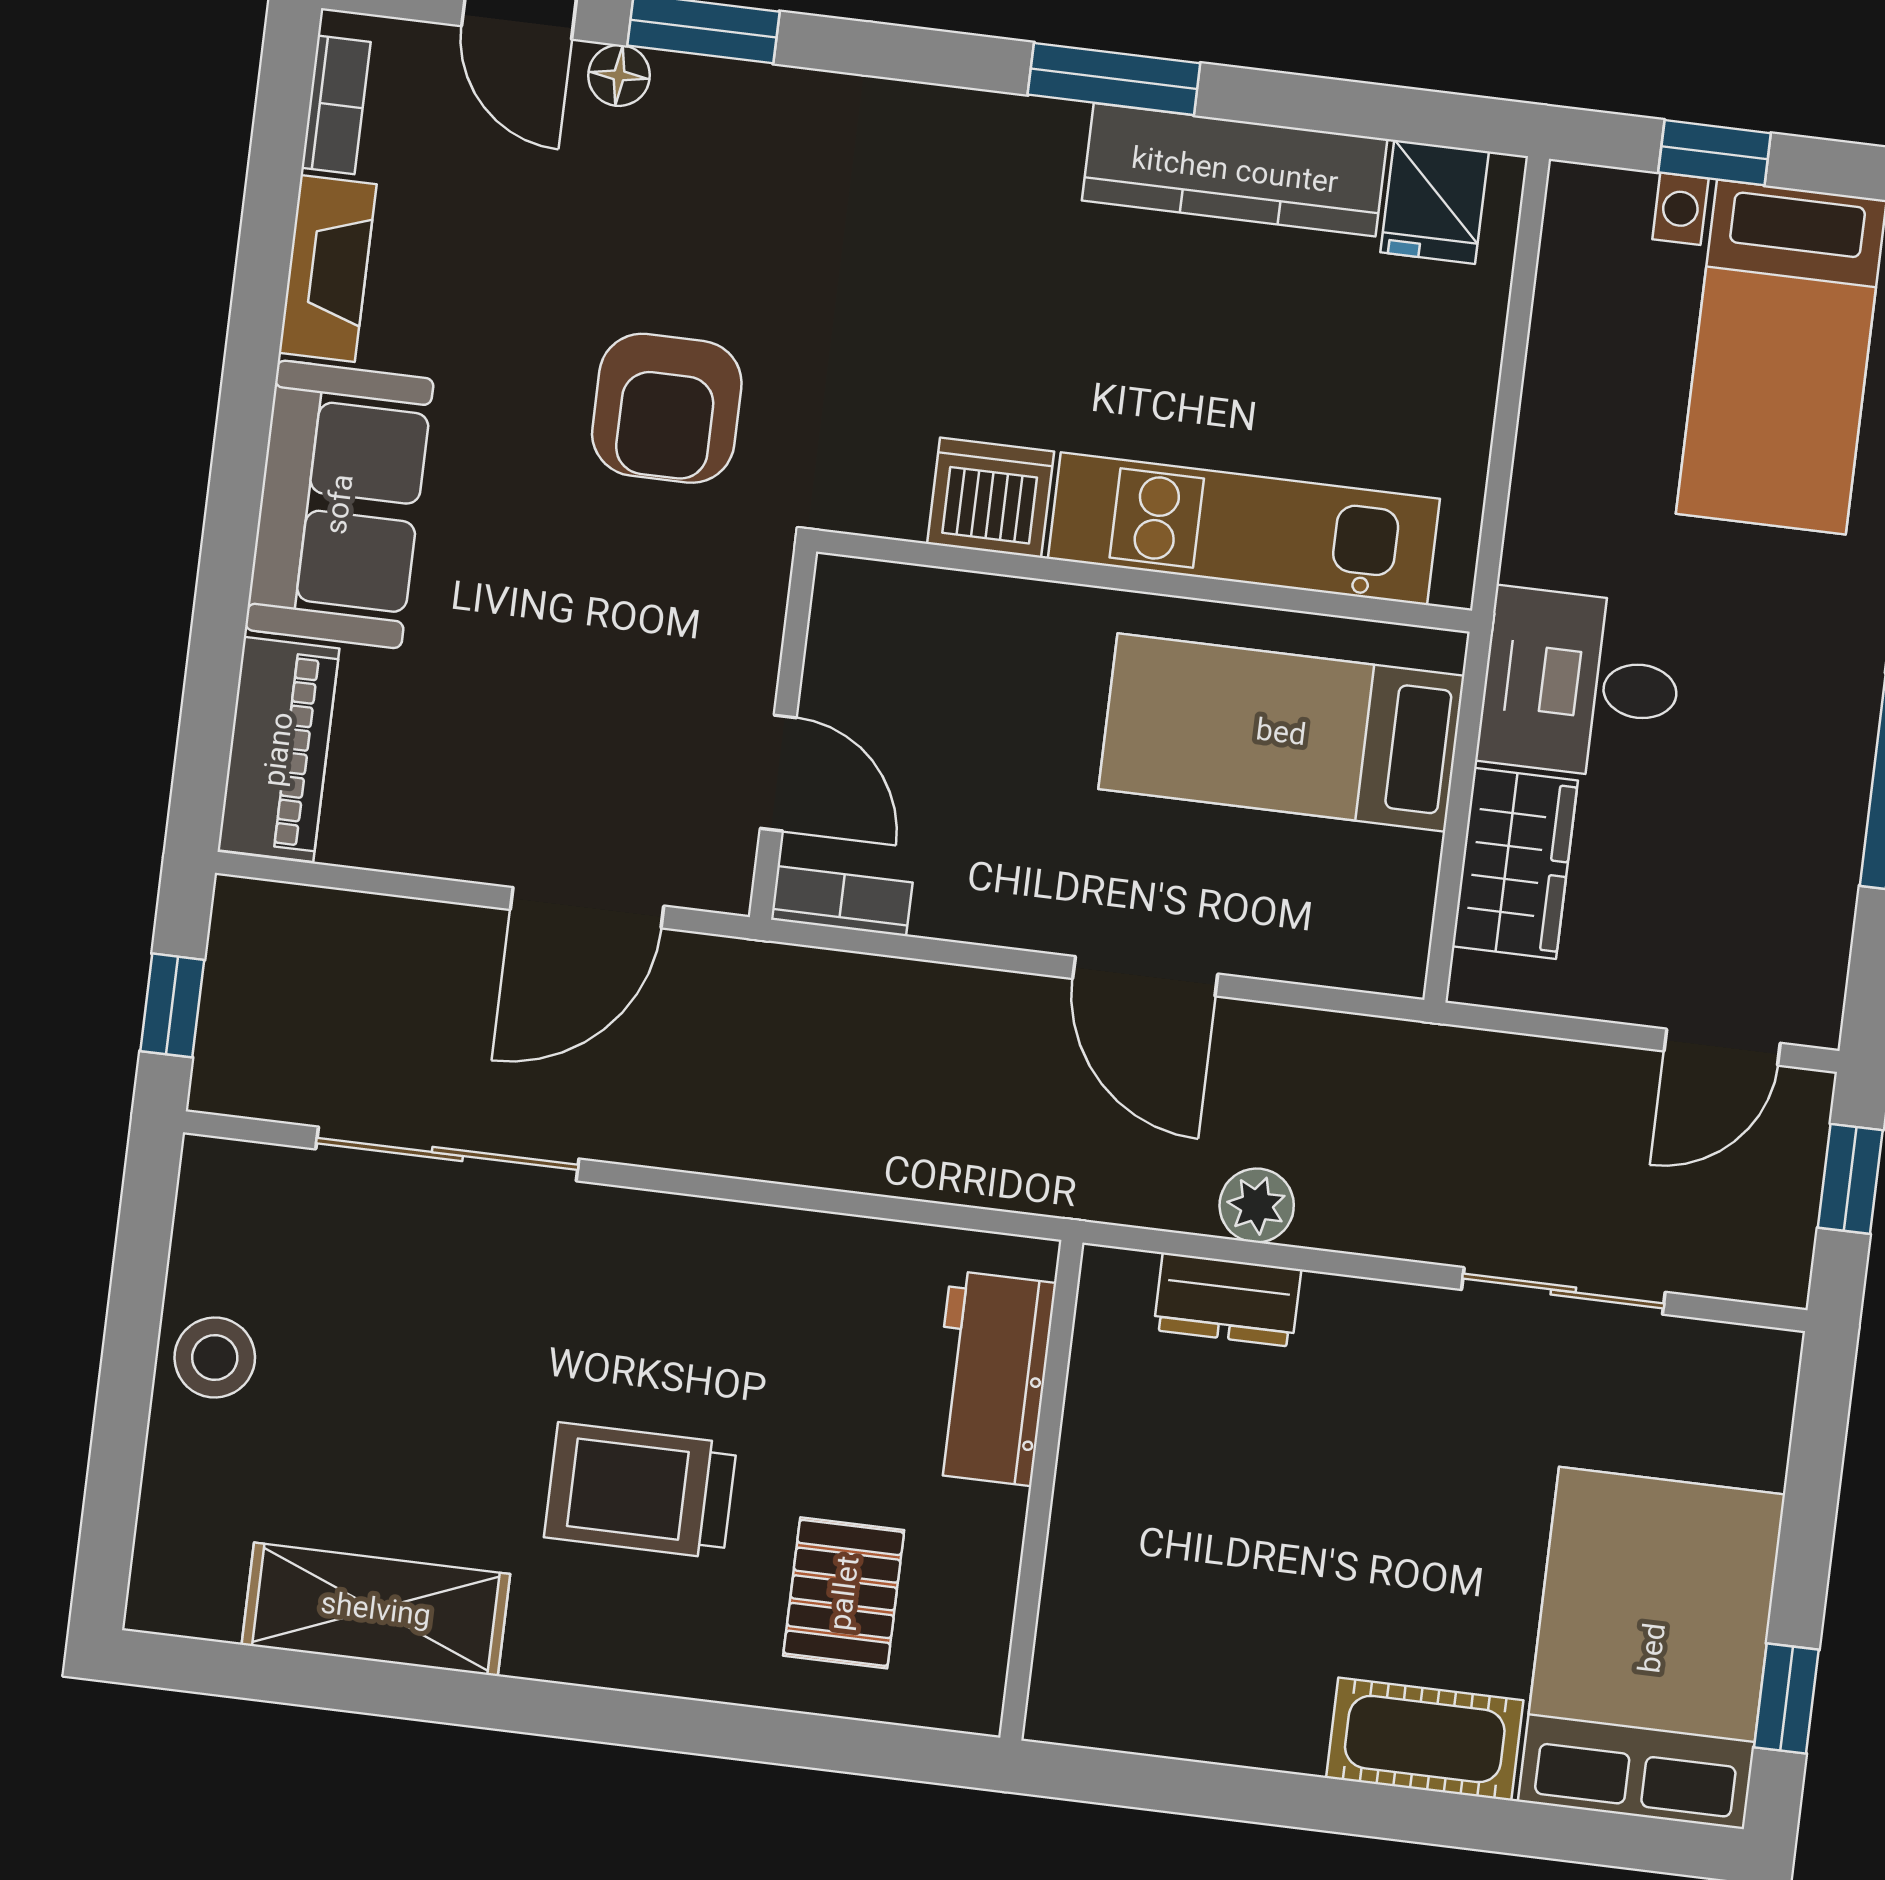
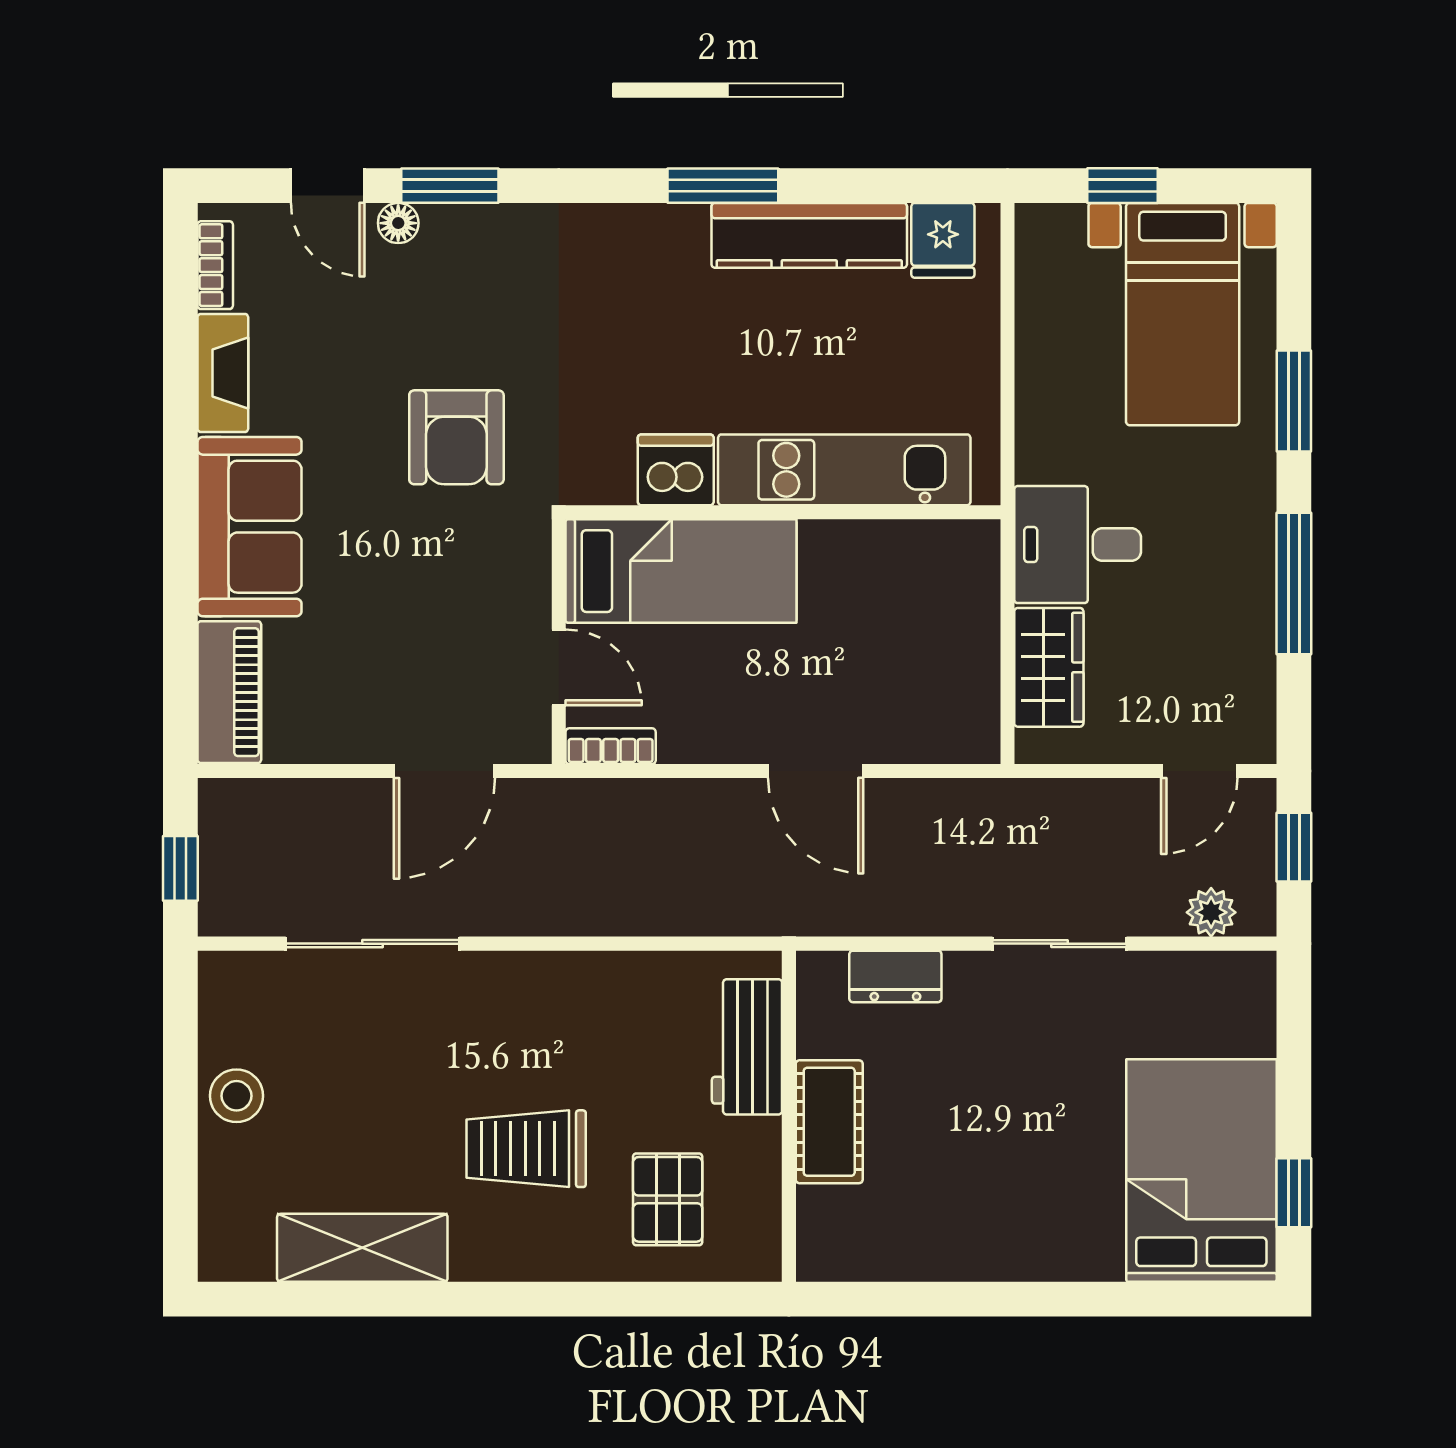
bed: (1281, 732) -> (681, 571), moved, turned 180
plant: (1257, 1205) -> (1211, 912), moved
sliding door: (1563, 1291) -> (1059, 944), moved
cot: (1425, 1739) -> (829, 1122), moved, turned 90

